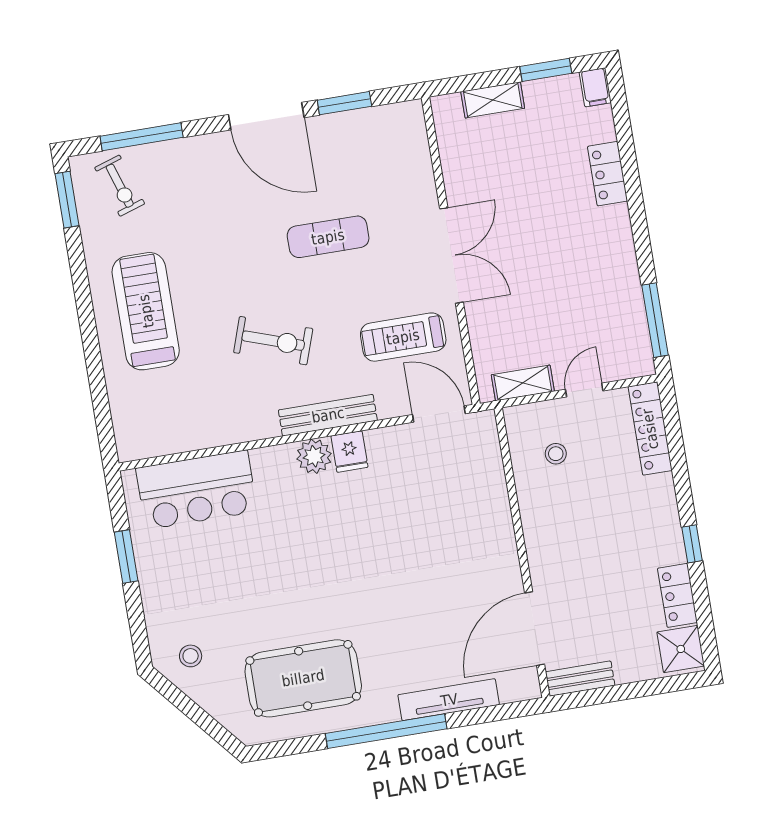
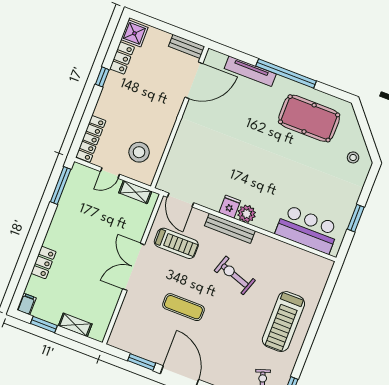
stool: (556, 454) -> (139, 152), width x1.89, depth x1.89

